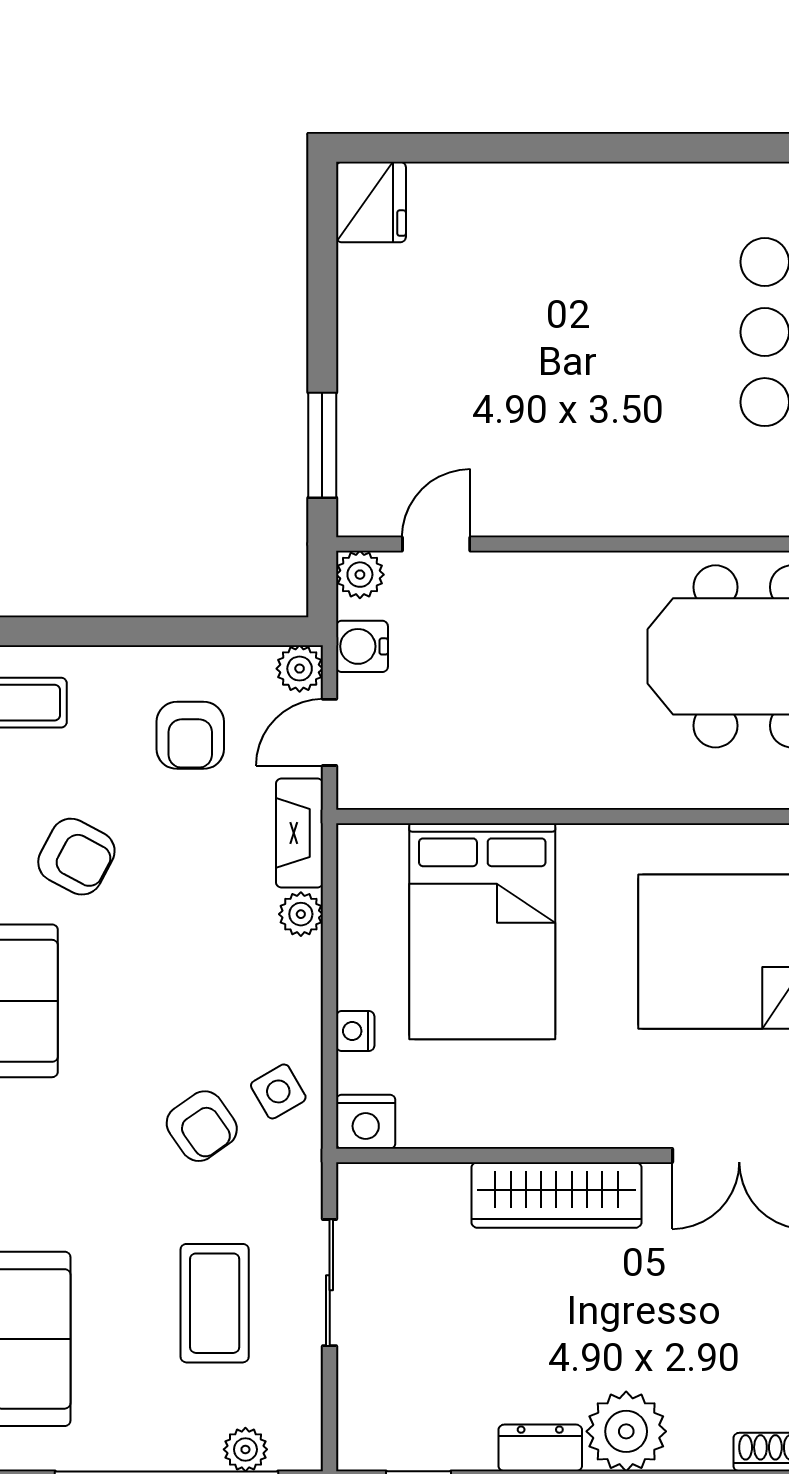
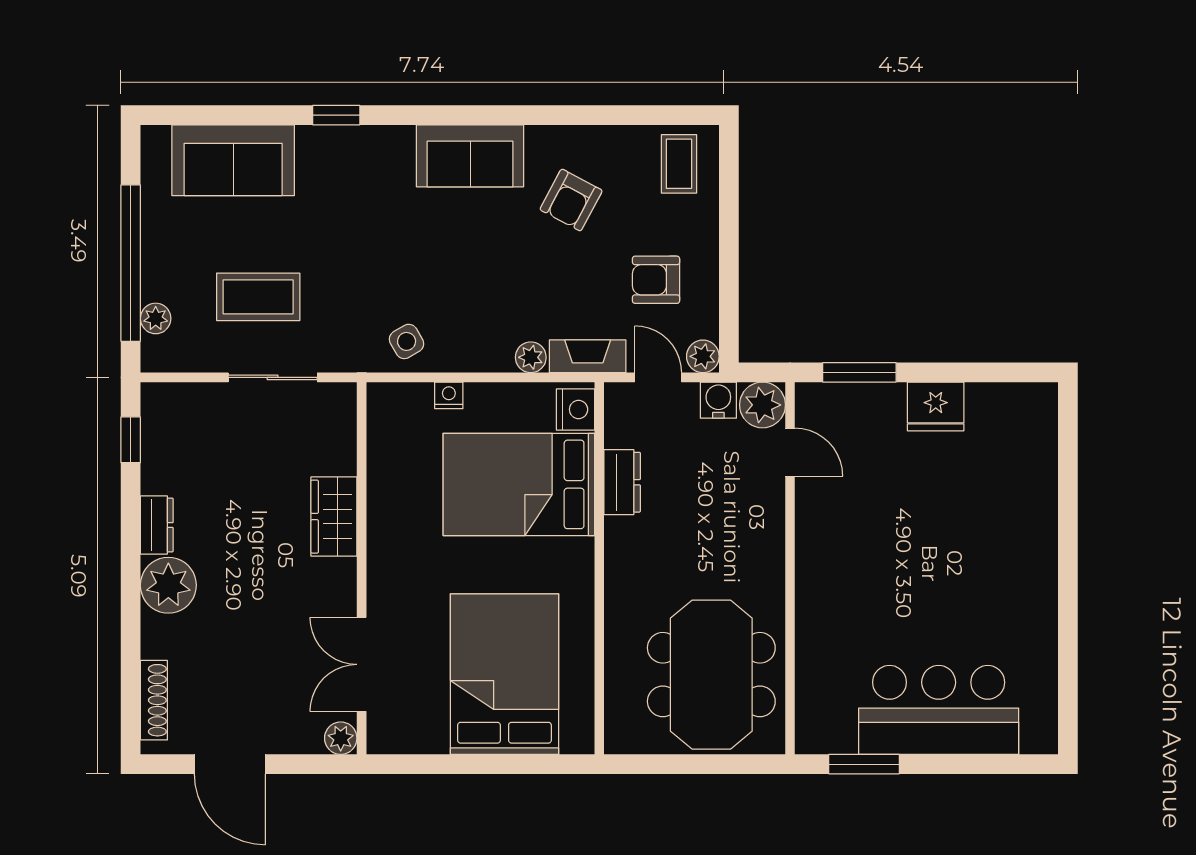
fridge: (371, 202) -> (936, 406), moved
plant: (360, 575) -> (762, 405), width x1.38, depth x1.38
dresser: (479, 784) -> (622, 482), added
nightstand: (366, 1122) -> (575, 409), moved, turned 180
armchair: (202, 1126) -> (382, 288), removed
wardrobe: (556, 1195) -> (334, 517), width x0.67

